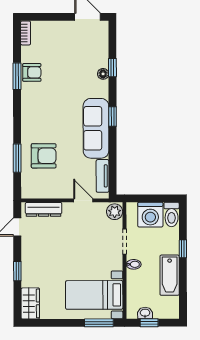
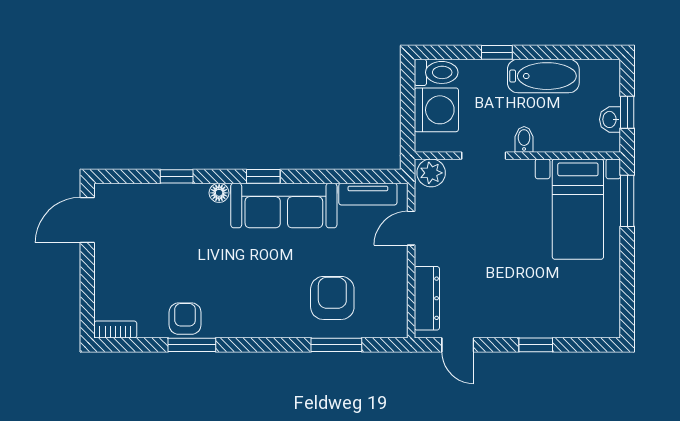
floor lamp: (103, 74) -> (219, 193), moved
wardrobe: (30, 303) -> (593, 322), removed

